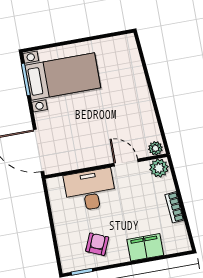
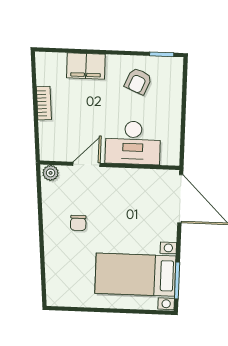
chair: (122, 110) -> (78, 223), added
door: (126, 162) -> (86, 164), swing flipped
plant: (159, 168) -> (51, 150), removed

